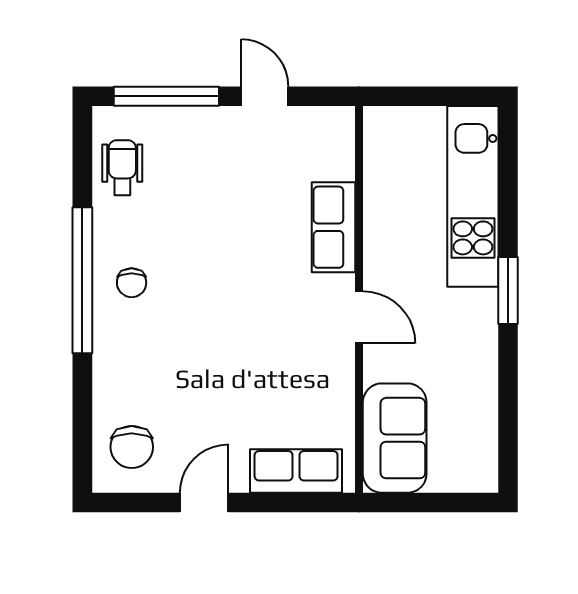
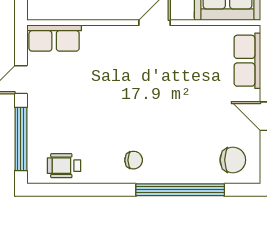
row of seats: (334, 227) -> (54, 38), moved
window: (82, 280) -> (180, 190), moved

